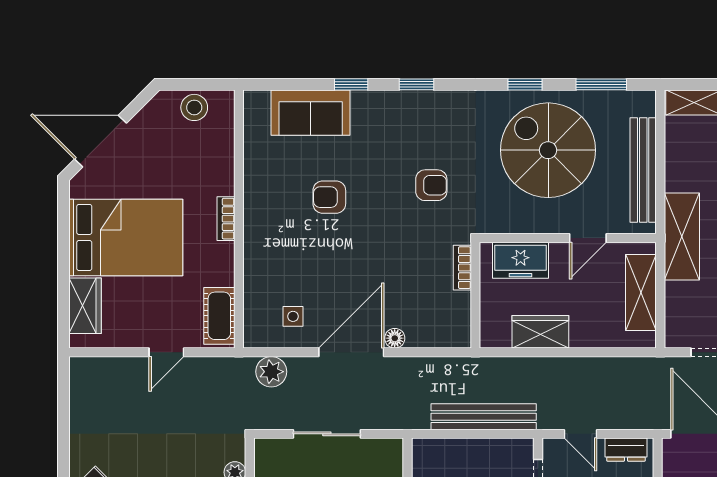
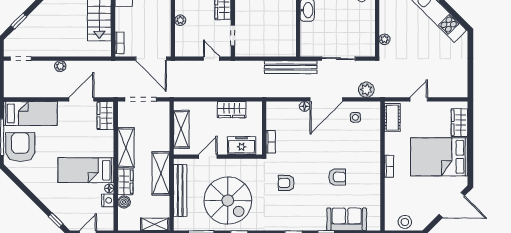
shelving: (682, 236) -> (161, 173), moved
bench: (484, 417) -> (291, 67), moved
dresser: (626, 450) -> (189, 51), removed

